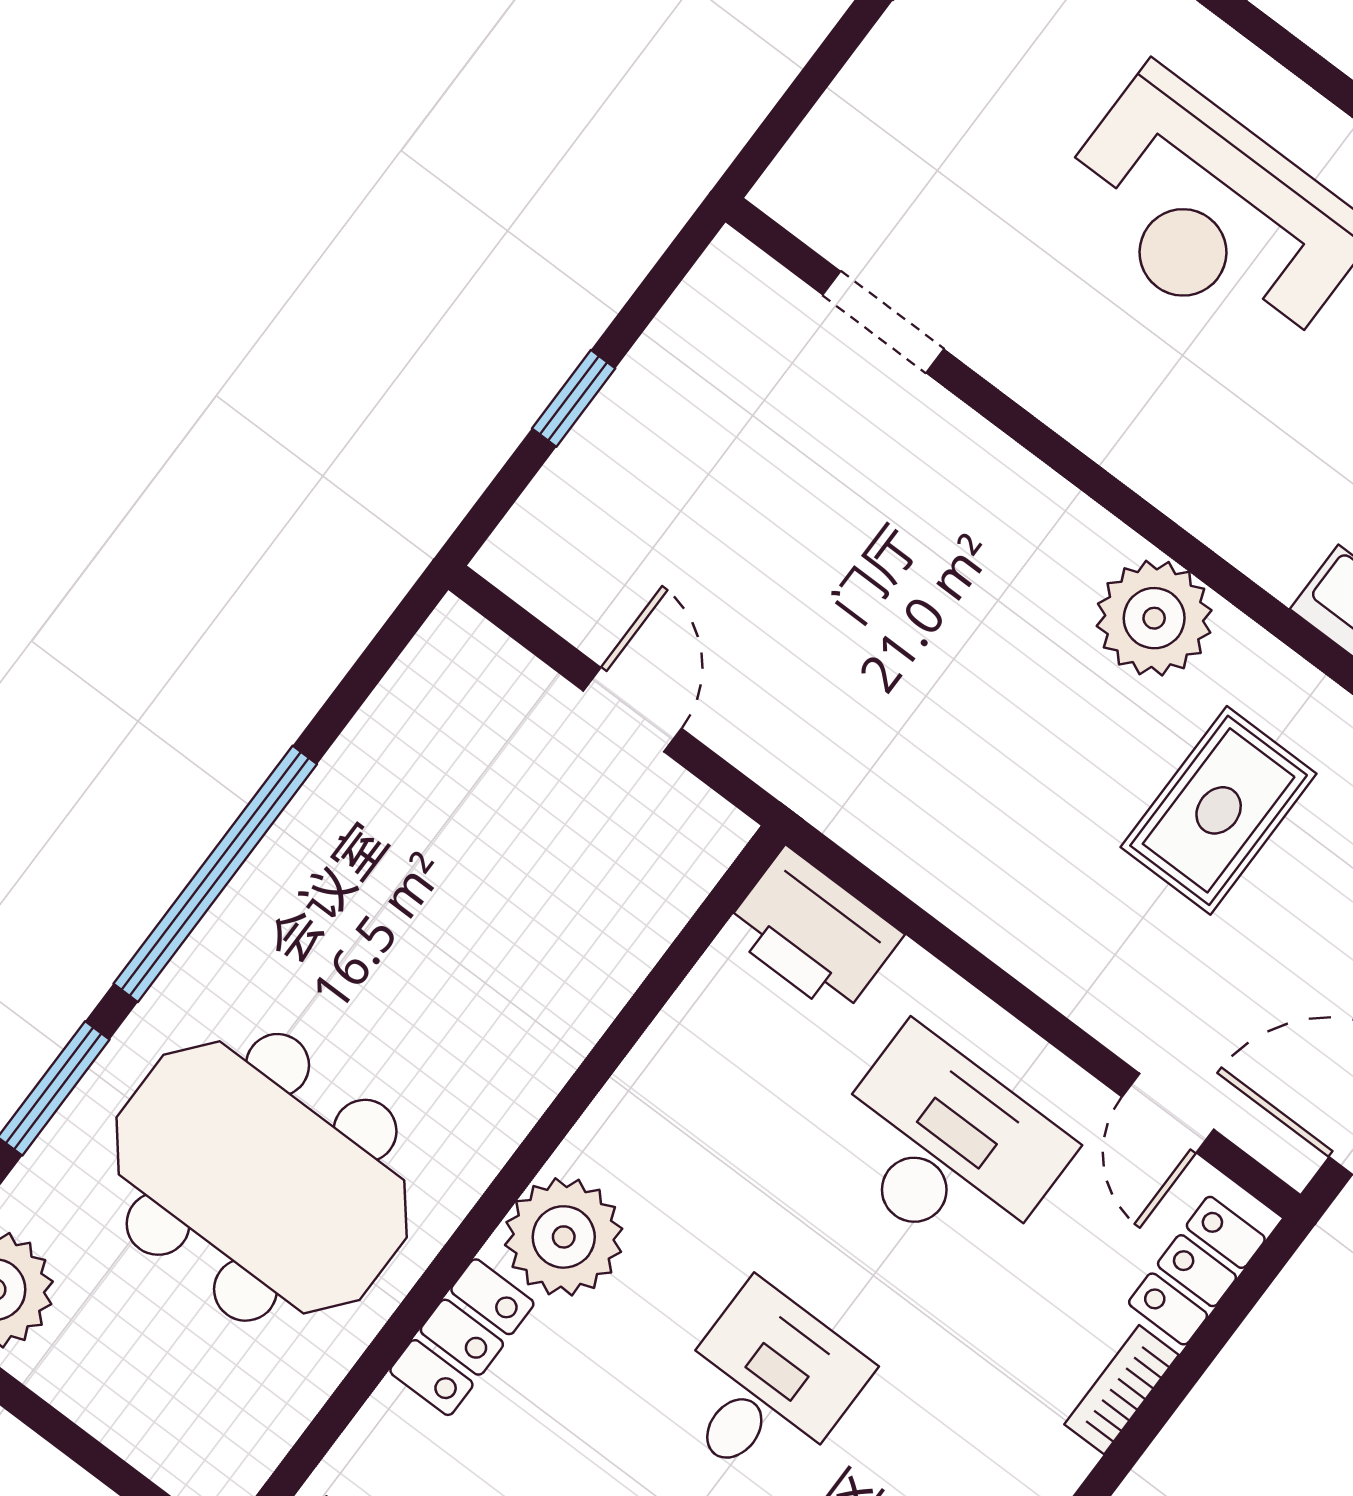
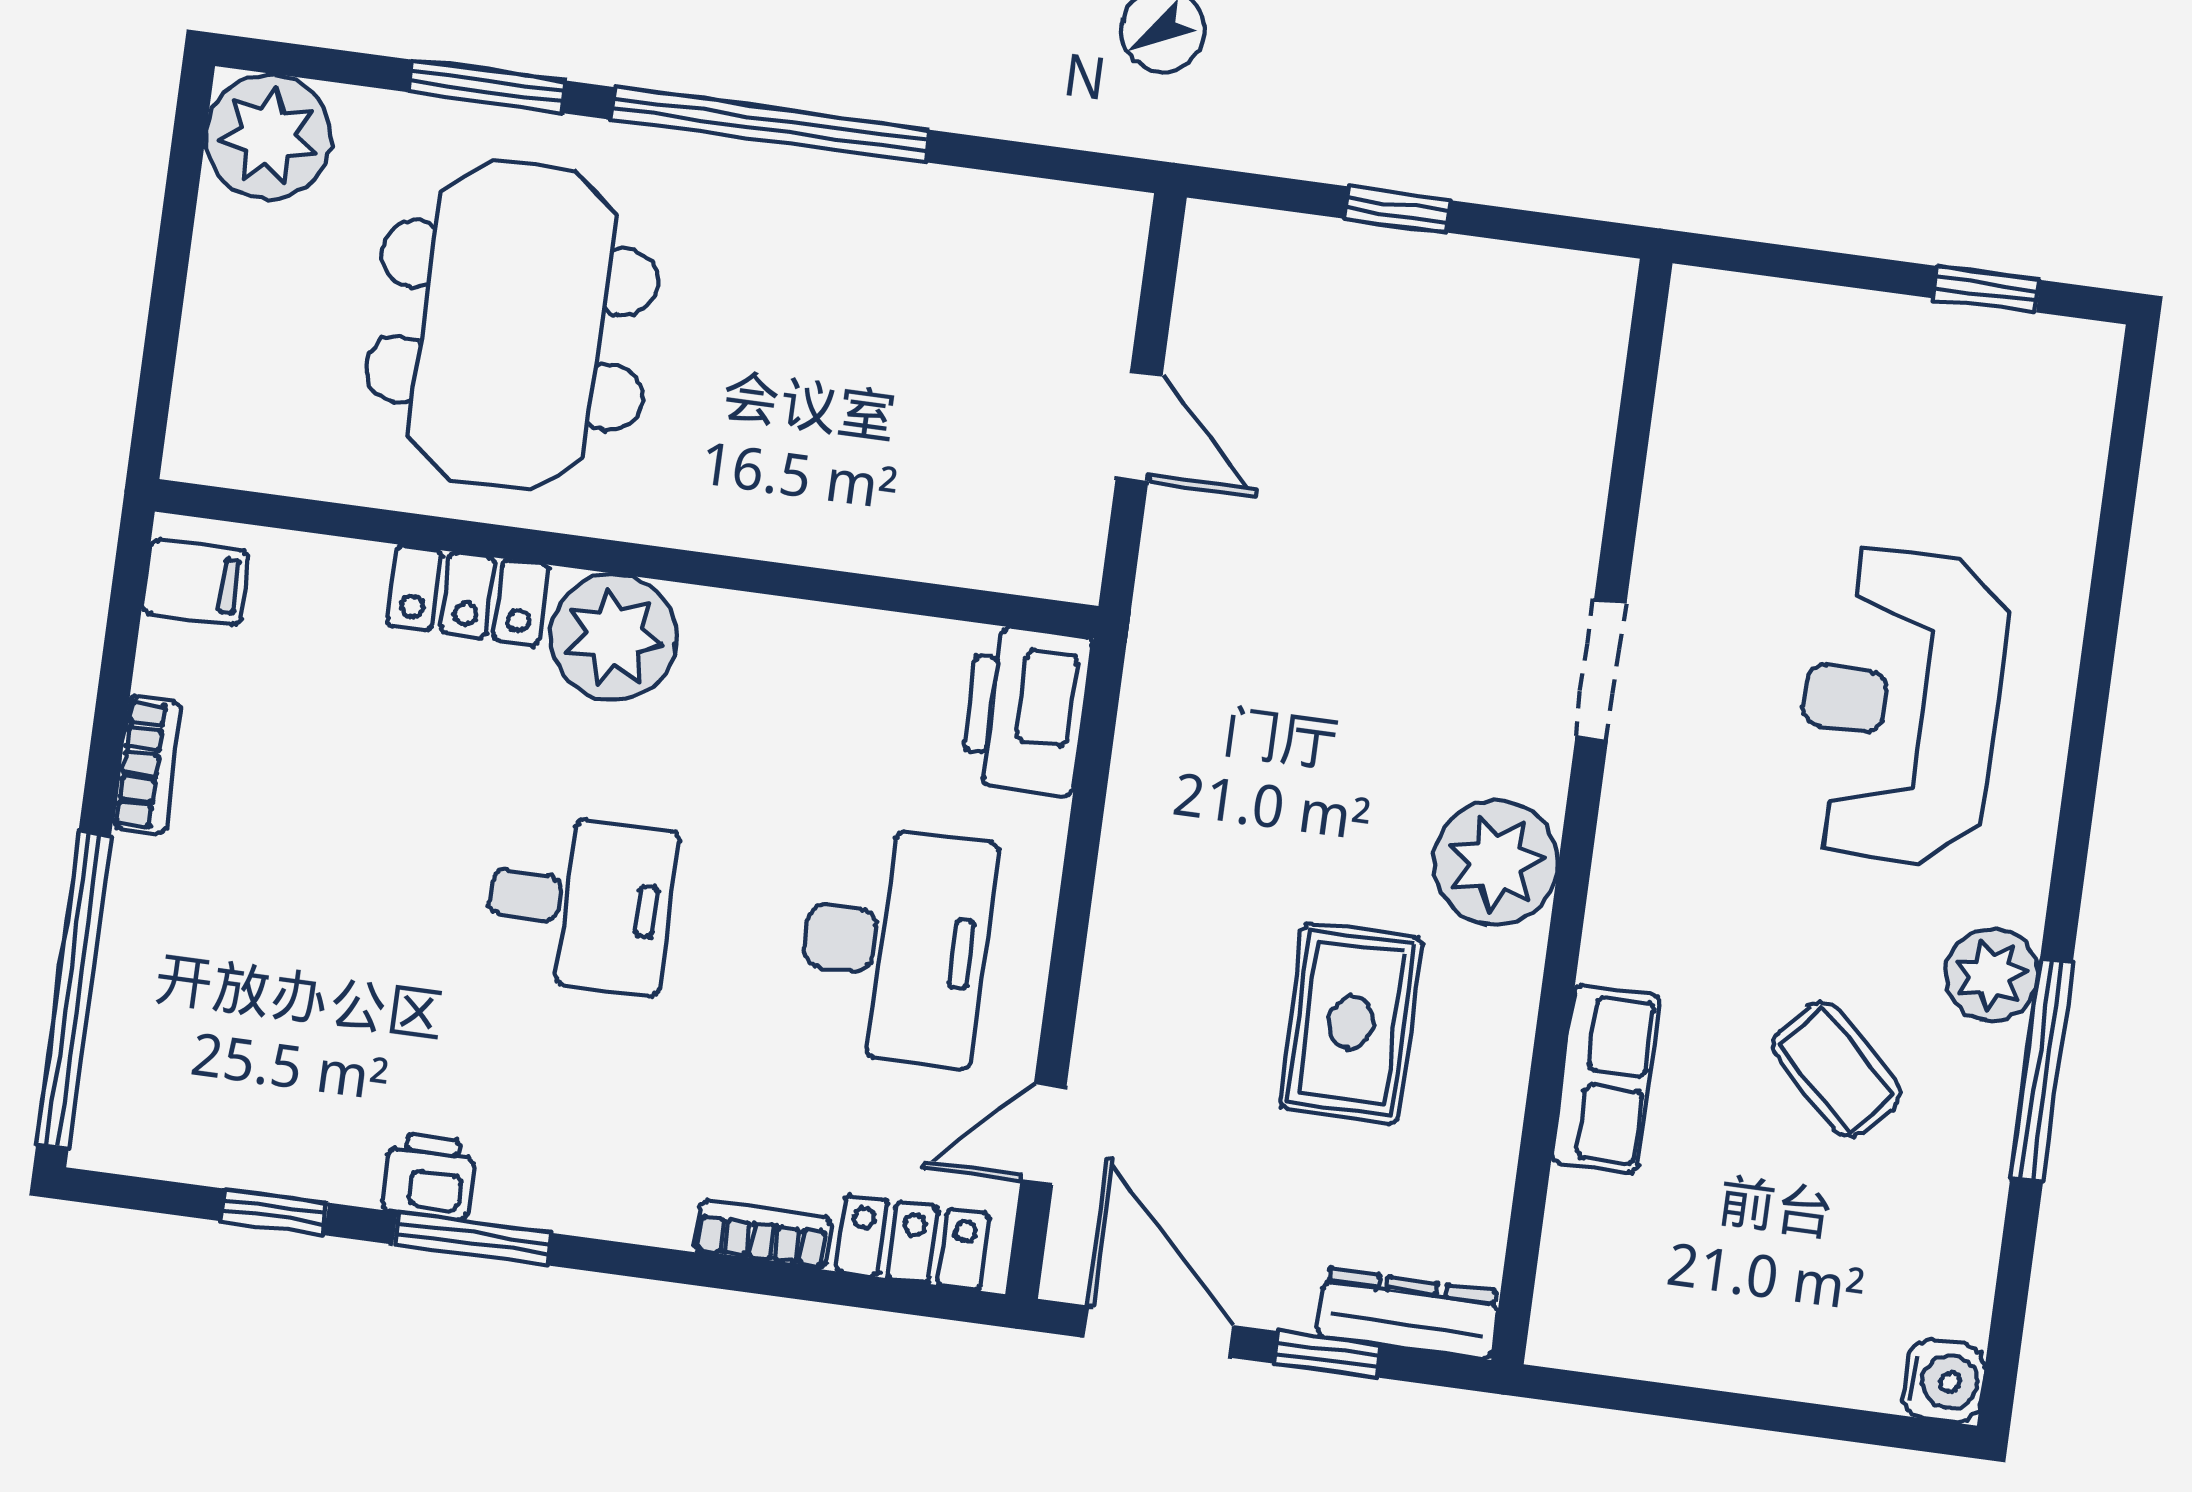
doorway: (883, 322) -> (1601, 670), moved
door: (632, 710) -> (1139, 426), hinge flipped
rug: (1219, 810) -> (1351, 1023), turned 90

